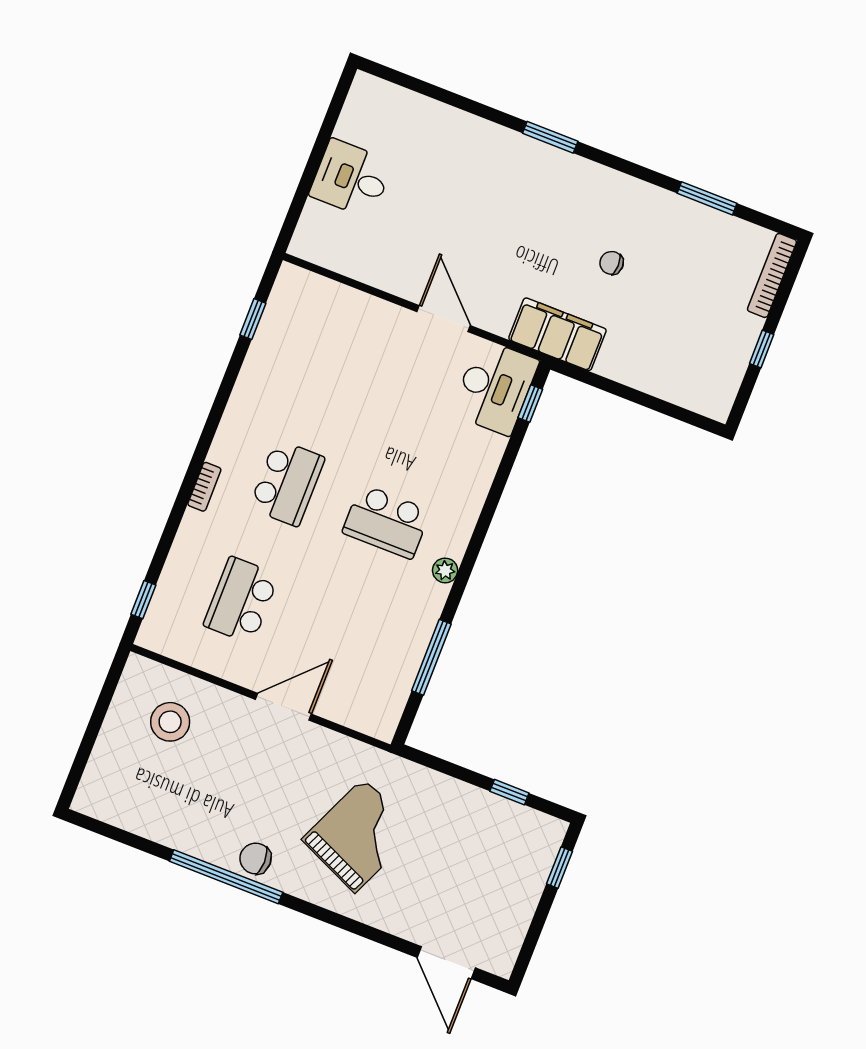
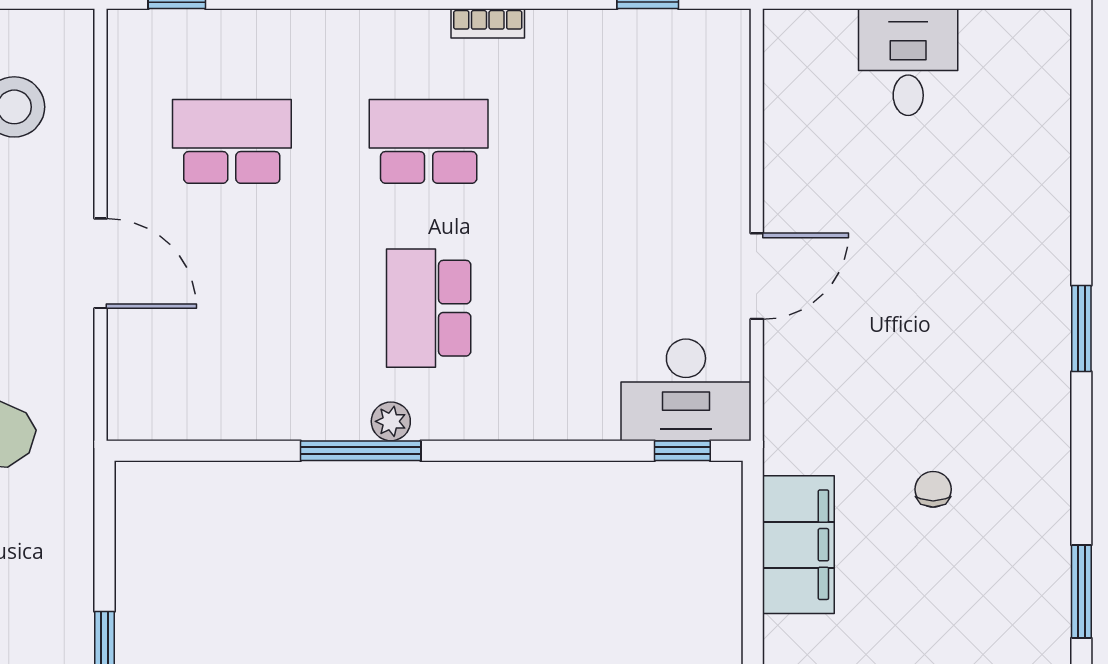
filing cabinet: (557, 334) -> (798, 545), moved
school desk: (287, 483) -> (429, 141), turned 180
bookcase: (204, 487) -> (488, 23), moved
window: (431, 657) -> (361, 451), moved

